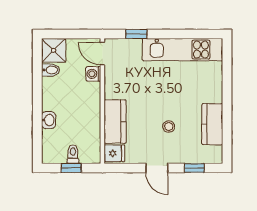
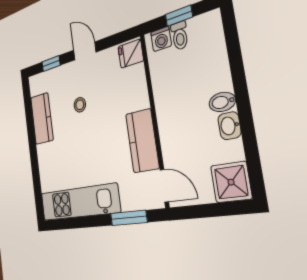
window: (136, 34) -> (129, 218), width x1.50
bidet: (51, 70) -> (222, 102), moved
washing machine: (93, 74) -> (161, 39), moved, turned 90
washbasin: (48, 120) -> (229, 126), moved
kitchen counter: (115, 121) -> (142, 141), moved

